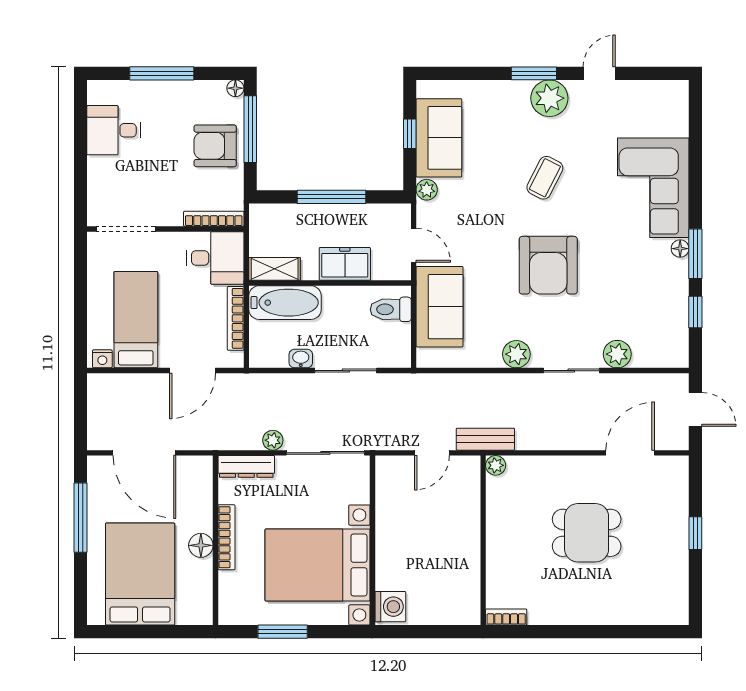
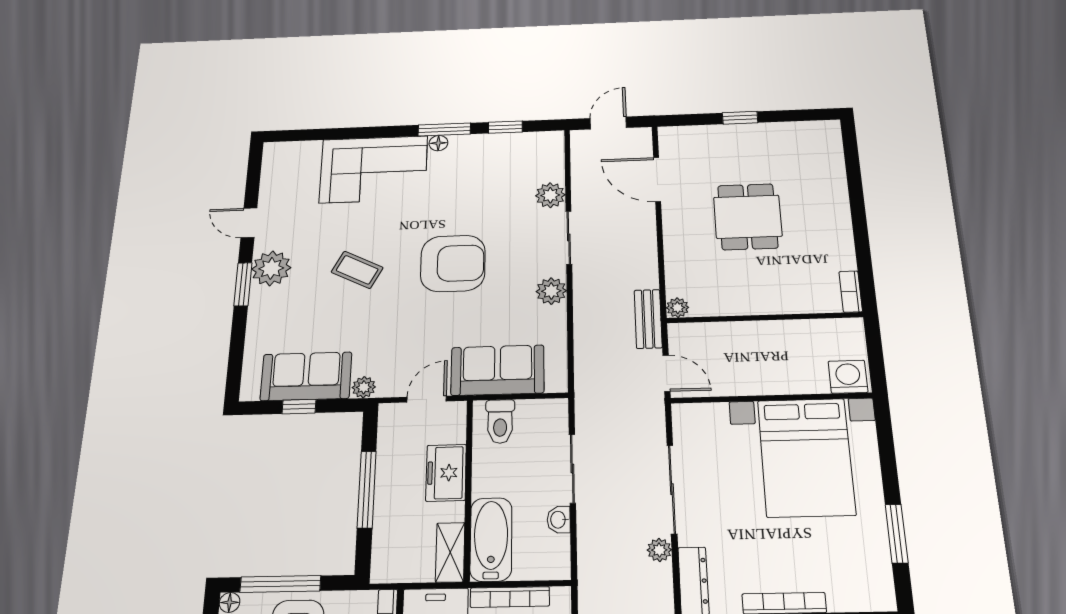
wall: (372, 540) -> (771, 398), moved
bed with nightstands: (318, 565) -> (806, 457), moved
washing machine: (390, 607) -> (848, 377), moved

